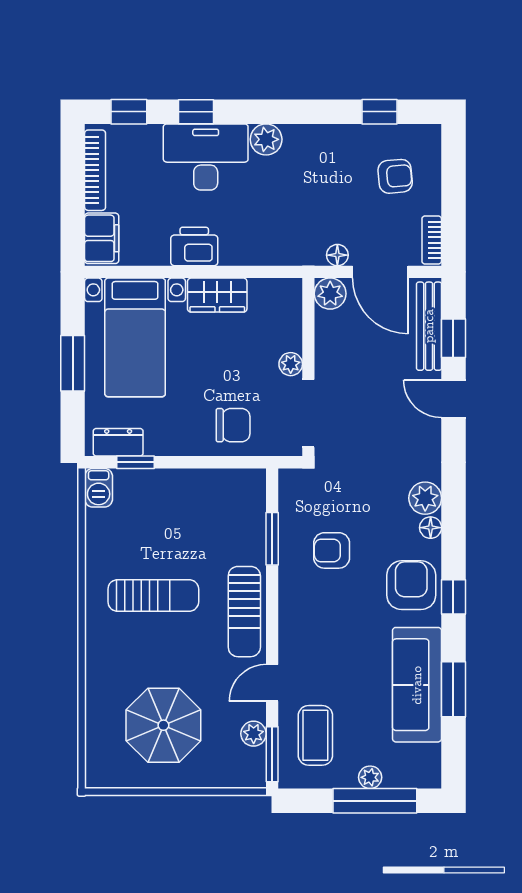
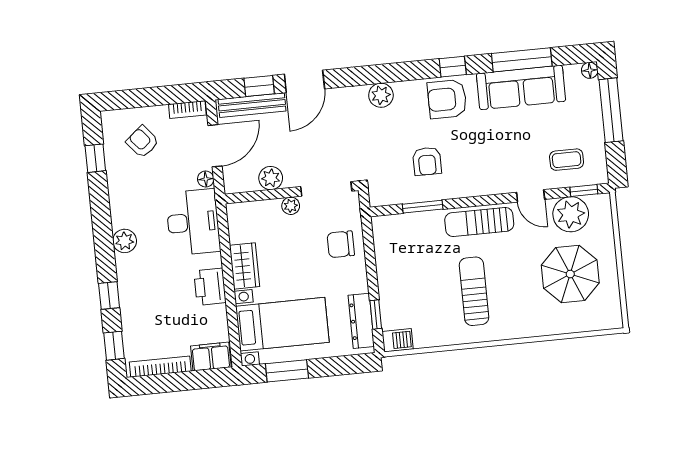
desk: (206, 157) -> (193, 222), moved, turned 180
armchair: (395, 176) -> (142, 142), turned -35
plant: (330, 294) -> (271, 178), moved
window: (73, 363) -> (287, 371), moved
door: (453, 399) -> (304, 81), width x1.37
chair: (233, 425) -> (341, 244), turned -90
dresser: (118, 442) -> (361, 321), width x1.44
floor lamp: (431, 528) -> (590, 70), moved
sun lounger: (244, 612) -> (479, 222), turned 180
window: (453, 689) -> (522, 60), width x1.44
plant: (254, 734) -> (571, 214), width x1.88, depth x1.88
coffee table: (315, 735) -> (567, 160), width x0.73, depth x0.77
window: (272, 754) -> (584, 191), width x0.67
plant: (370, 777) -> (594, 116), removed

